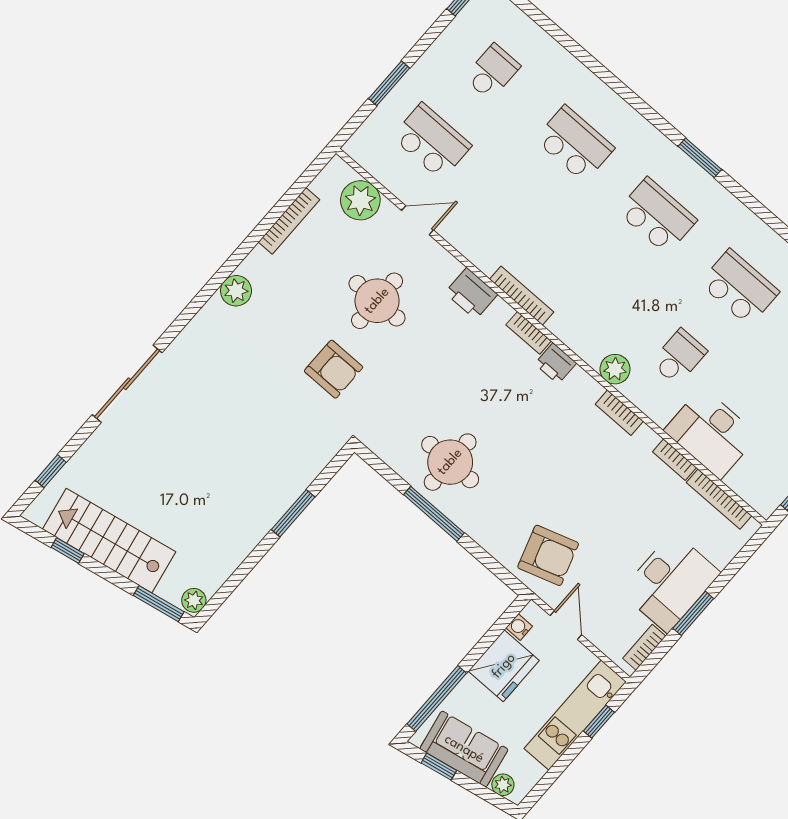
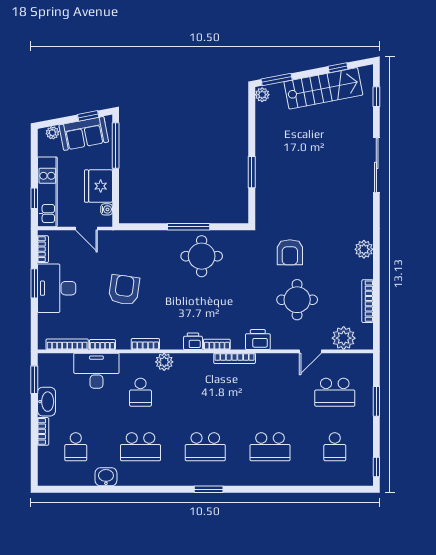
armchair: (334, 369) -> (290, 252), turned -90
armchair: (548, 555) -> (124, 290), moved, turned 116

